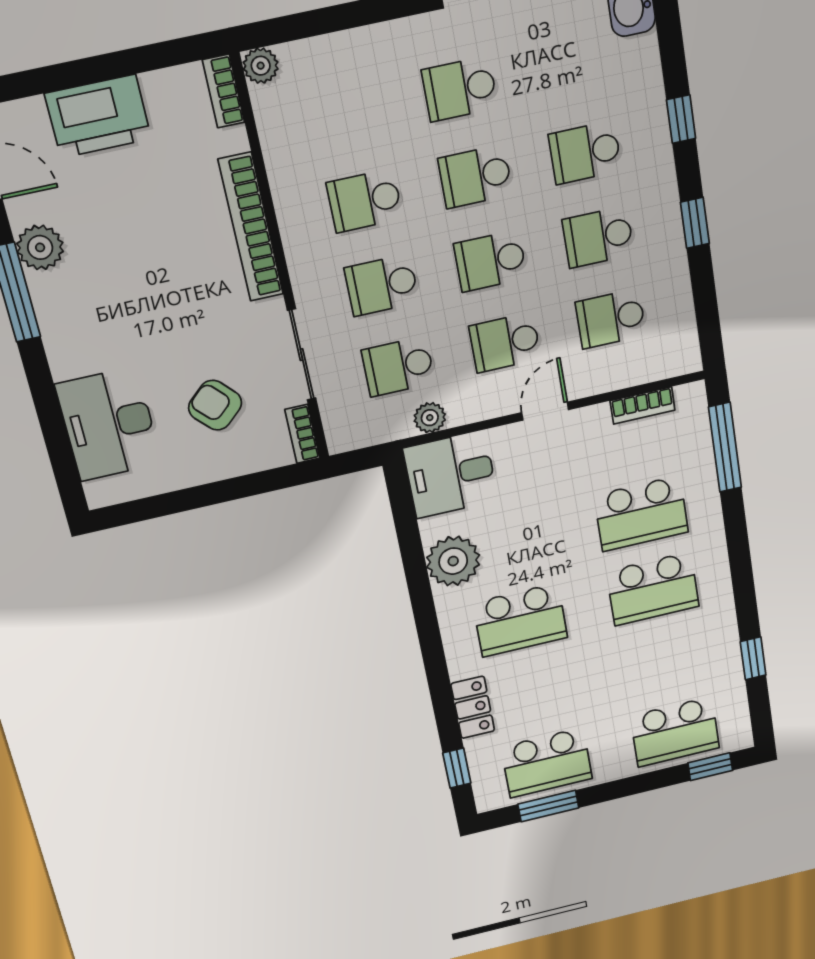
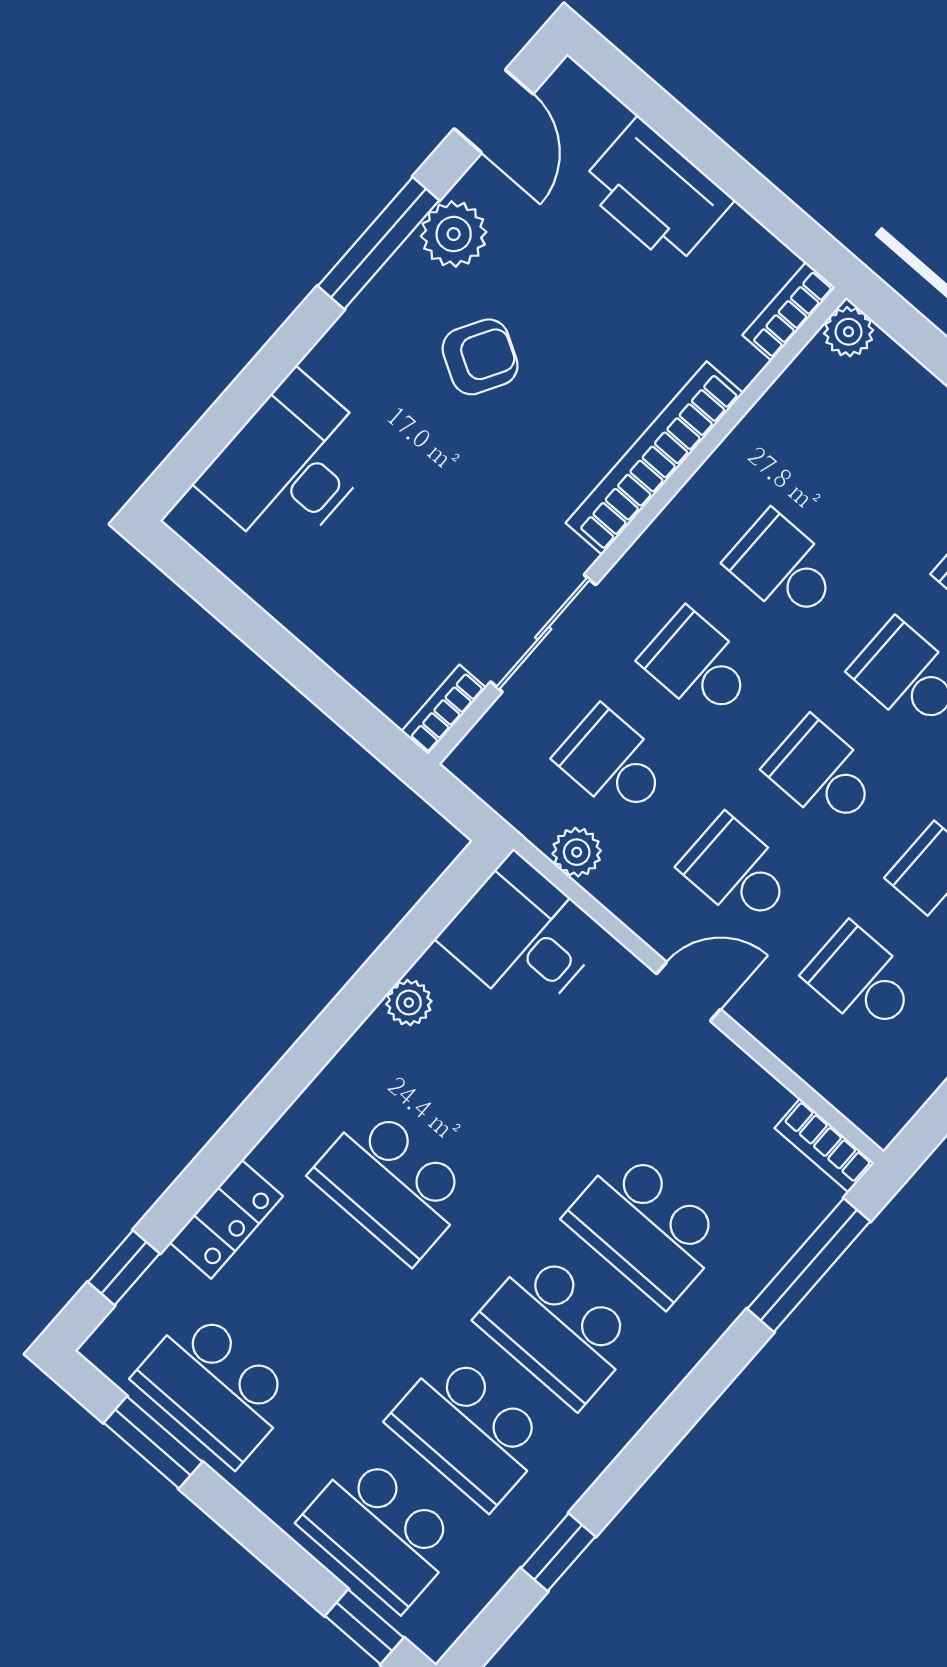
armchair: (215, 405) -> (480, 357), moved, turned 73
bookcase: (642, 405) -> (824, 1146), moved
plant: (453, 561) -> (409, 1003), width x0.53, depth x0.53
school desk: (664, 662) -> (469, 1431), added

